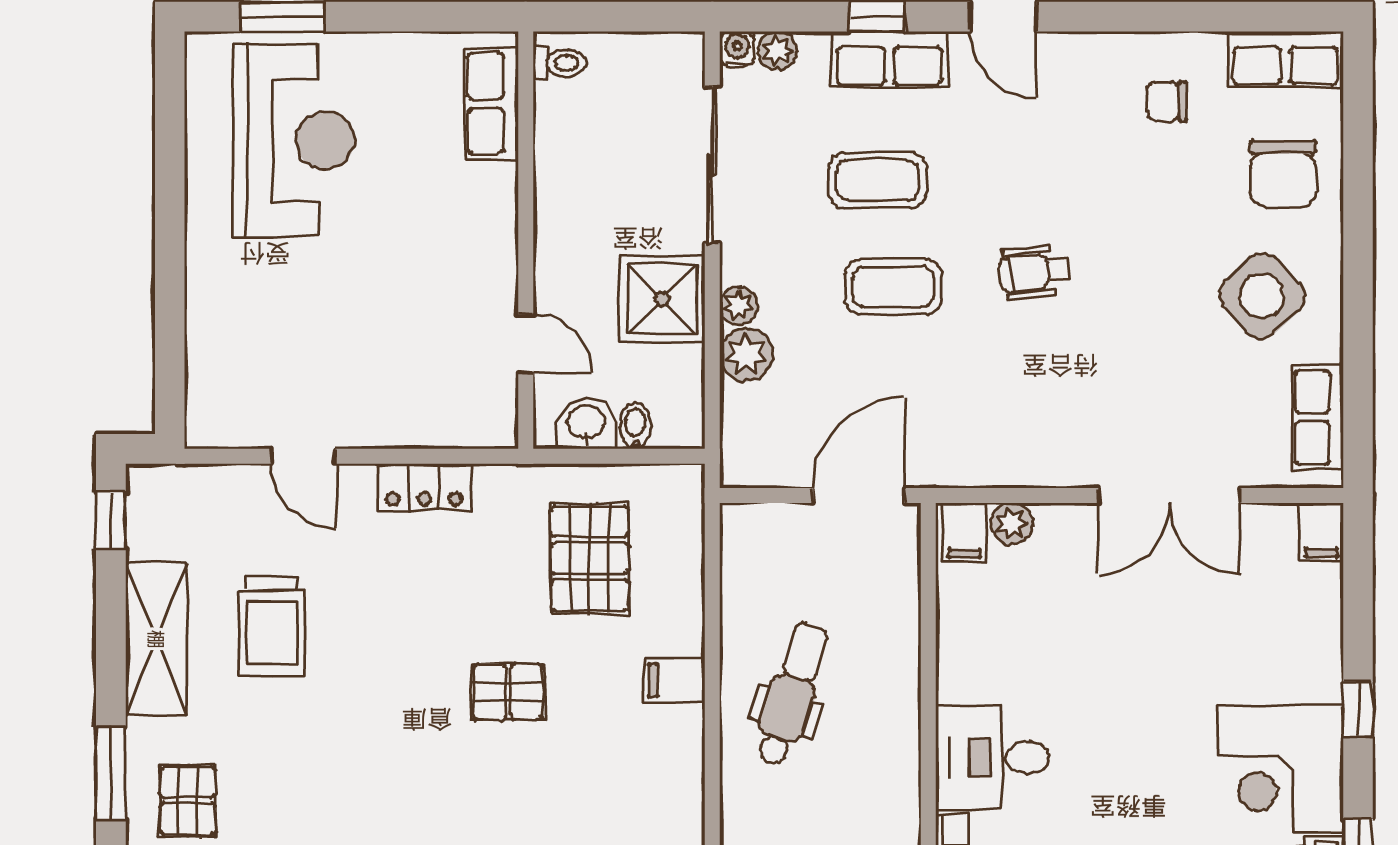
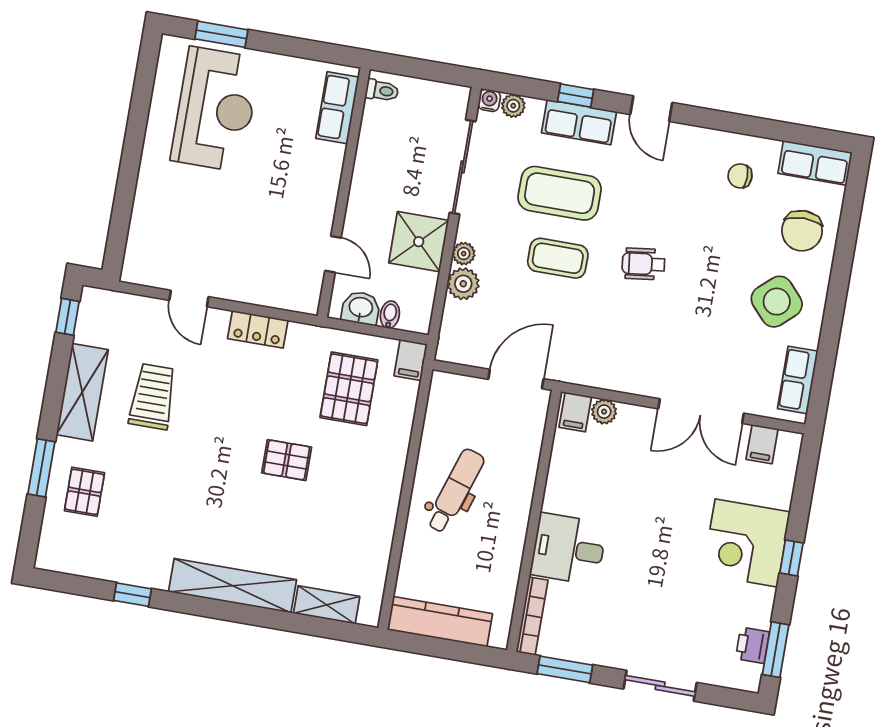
coffee table: (878, 180) -> (560, 193), width x1.36, depth x1.32
filing cabinet: (1321, 532) -> (762, 444), moved
trolley: (272, 626) -> (153, 397), turned 180
filing cabinet: (674, 680) -> (411, 360), moved, turned -90
corner desk: (1280, 769) -> (746, 543), moved

